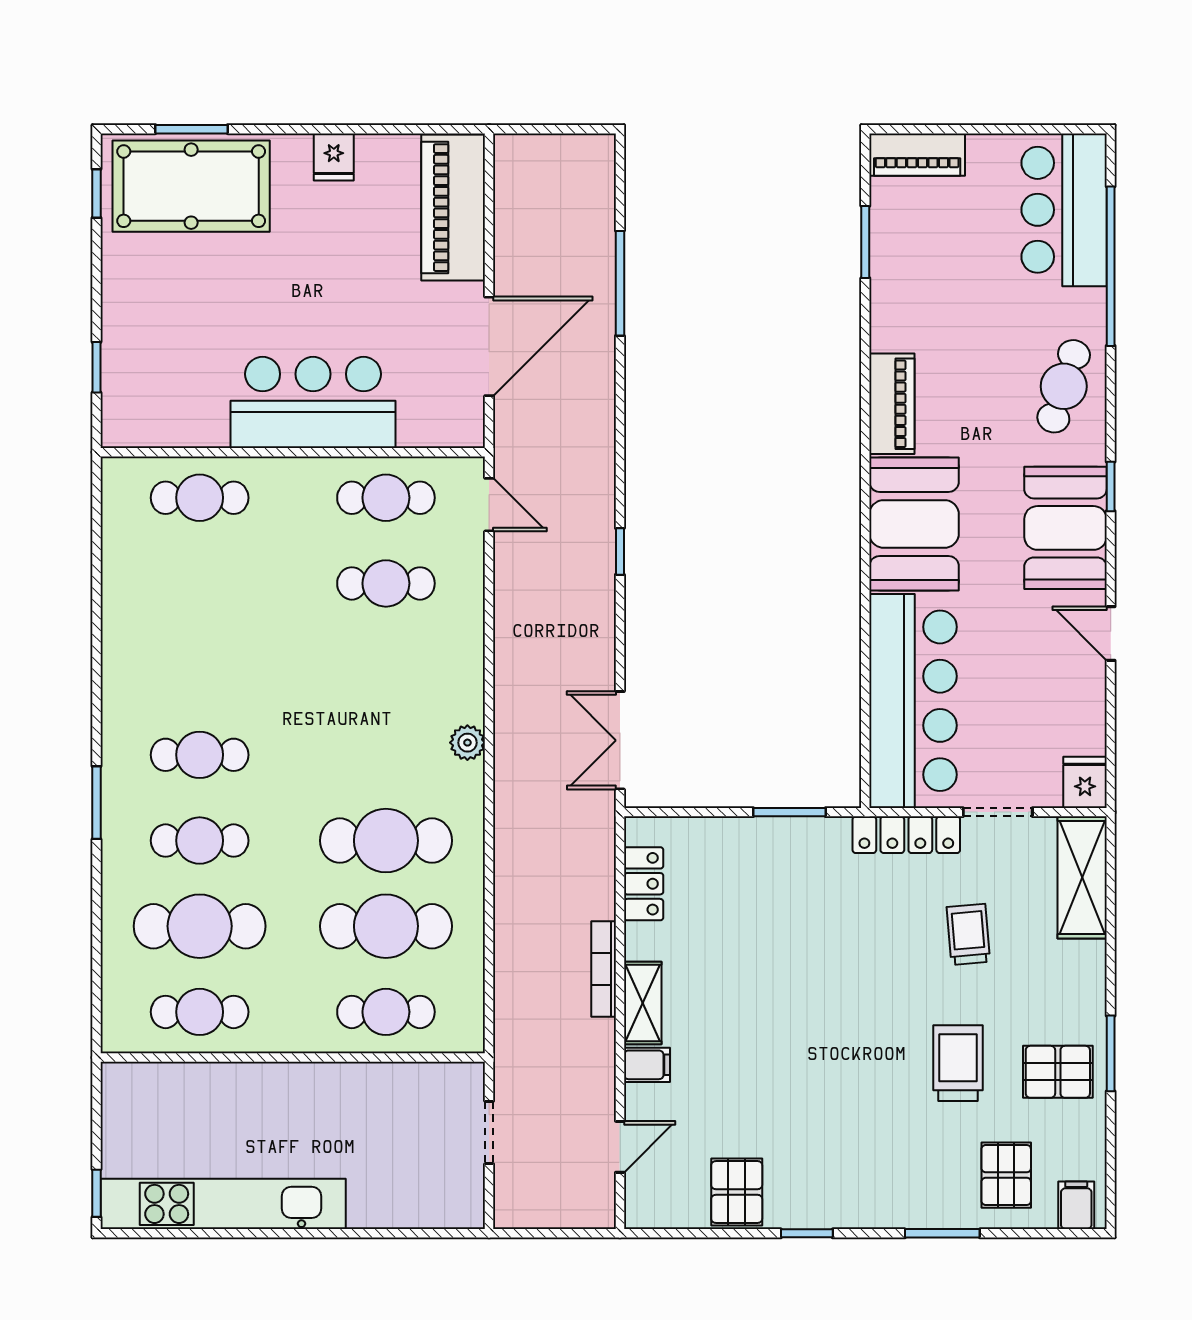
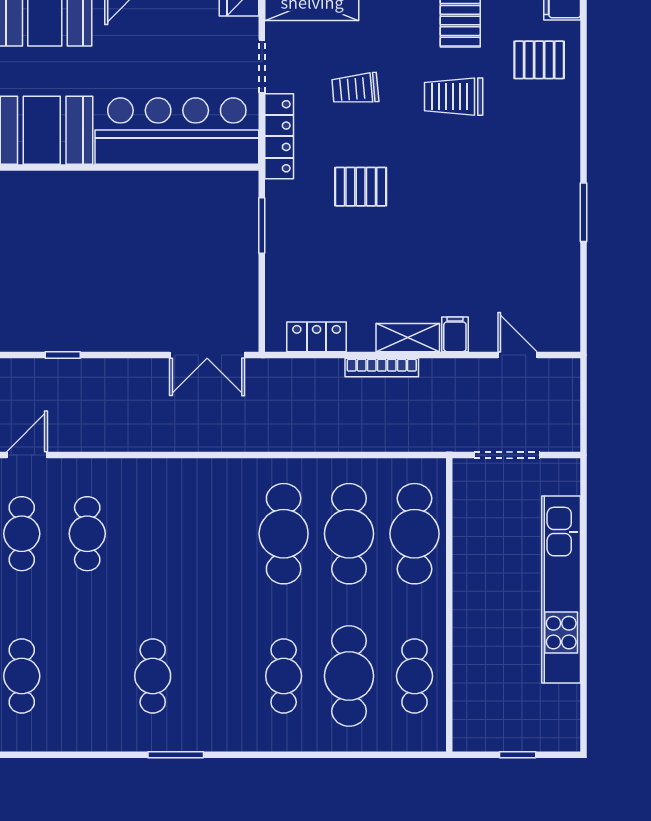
plant: (467, 743) -> (209, 471), removed
cafe table: (200, 755) -> (153, 676), moved
window: (96, 803) -> (176, 755), moved
cafe table: (386, 1012) -> (415, 534), width x1.37, depth x1.35
doorway: (489, 1133) -> (507, 455), width x1.38
pallet: (737, 1192) -> (361, 187), moved
window: (96, 1193) -> (518, 755), moved
kitchen unit: (223, 1204) -> (561, 590), moved
window: (807, 1233) -> (584, 212), width x1.50
window: (942, 1233) -> (584, 109), removed

